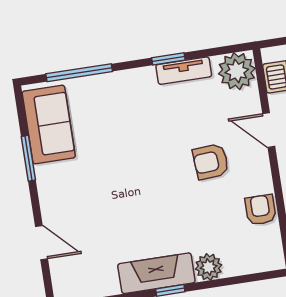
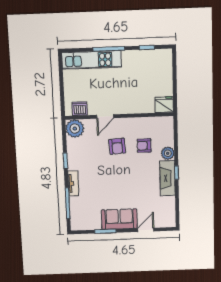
tv unit: (184, 71) -> (73, 183), moved
sofa: (49, 125) -> (119, 219), moved
armchair: (260, 210) -> (144, 146), moved

